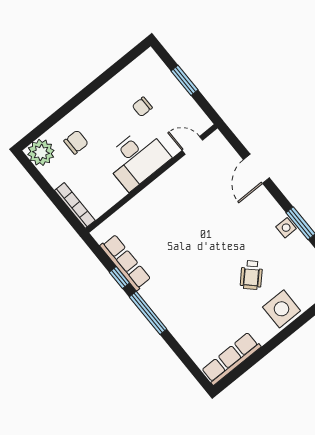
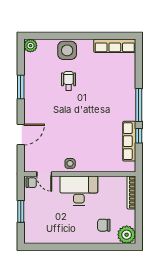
chair: (142, 107) -> (31, 183), moved
side table: (286, 228) -> (70, 163), moved
wheelchair: (251, 275) -> (69, 81), turned -44

